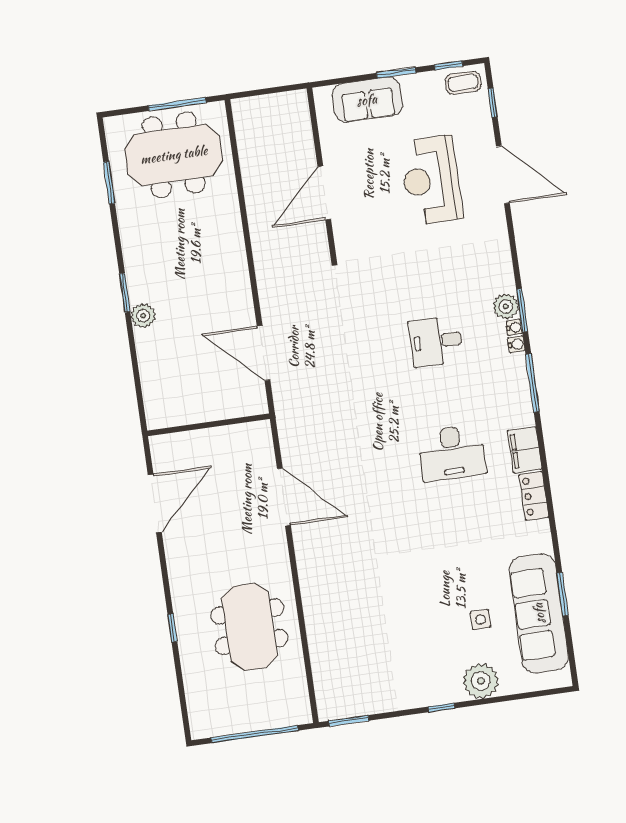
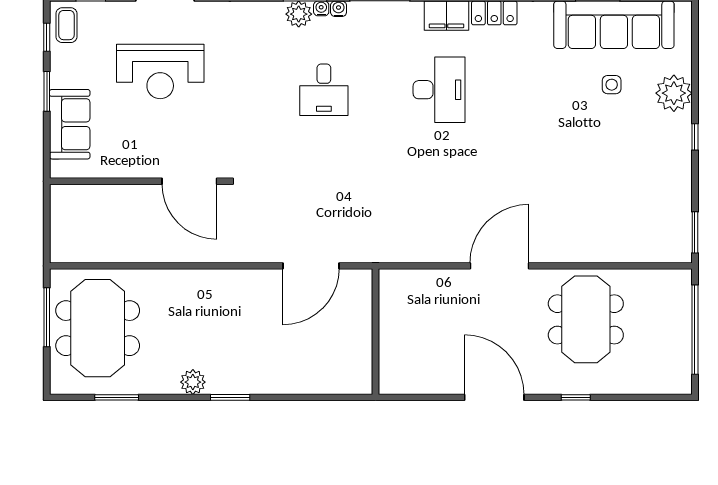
door: (324, 193) -> (189, 181), moved
plant: (143, 316) -> (193, 382), moved
door: (284, 497) -> (499, 266), moved
door: (155, 503) -> (494, 397), moved
meeting table: (249, 627) -> (586, 319), turned 90

